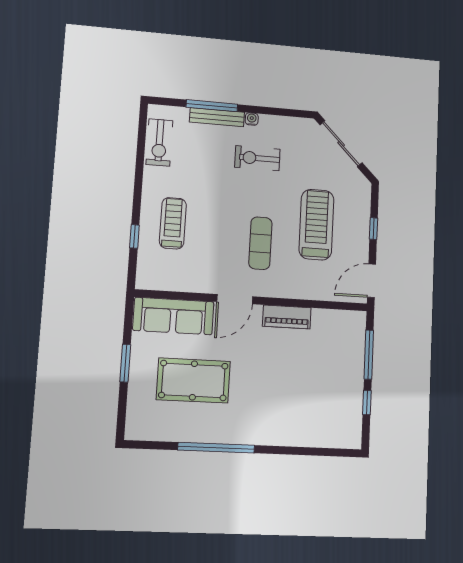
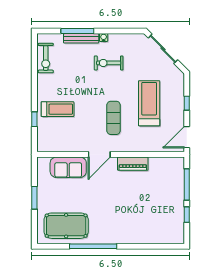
treadmill: (173, 223) -> (58, 109), turned 90
sofa: (173, 316) -> (68, 167), width x0.73
pool table: (193, 380) -> (66, 226), moved

